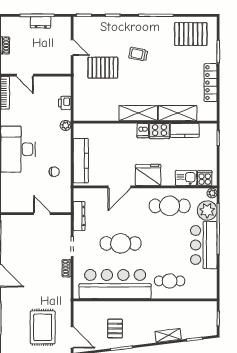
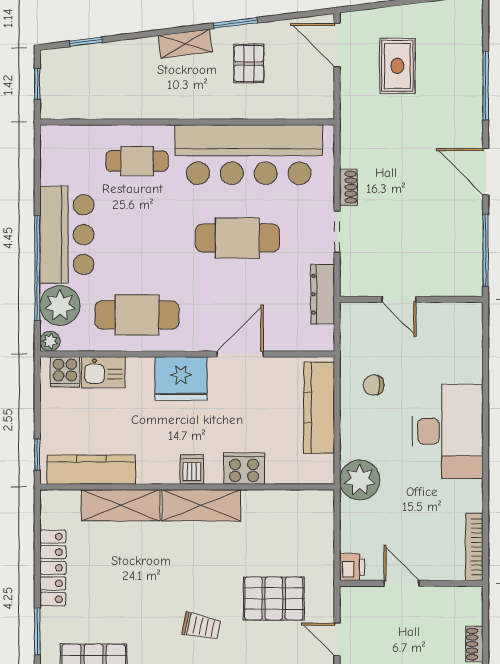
door: (25, 75) -> (402, 583), moved
printer: (65, 103) -> (352, 567), moved
plant: (66, 125) -> (360, 480), width x1.88, depth x1.88
kitchen counter: (185, 130) -> (91, 470), width x1.50
cooker: (159, 131) -> (244, 469), moved
rug: (43, 327) -> (397, 66), width x0.73, depth x0.70
shelving: (168, 335) -> (185, 44), moved

